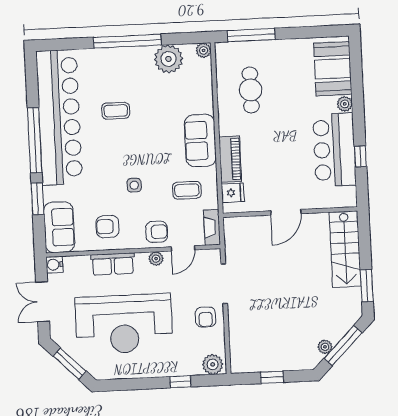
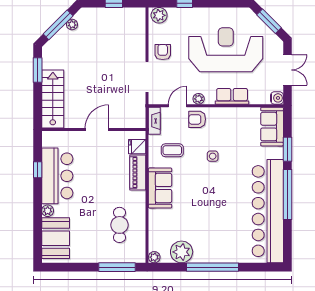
coffee table: (116, 111) -> (224, 214), removed
armchair: (108, 227) -> (235, 125), removed

